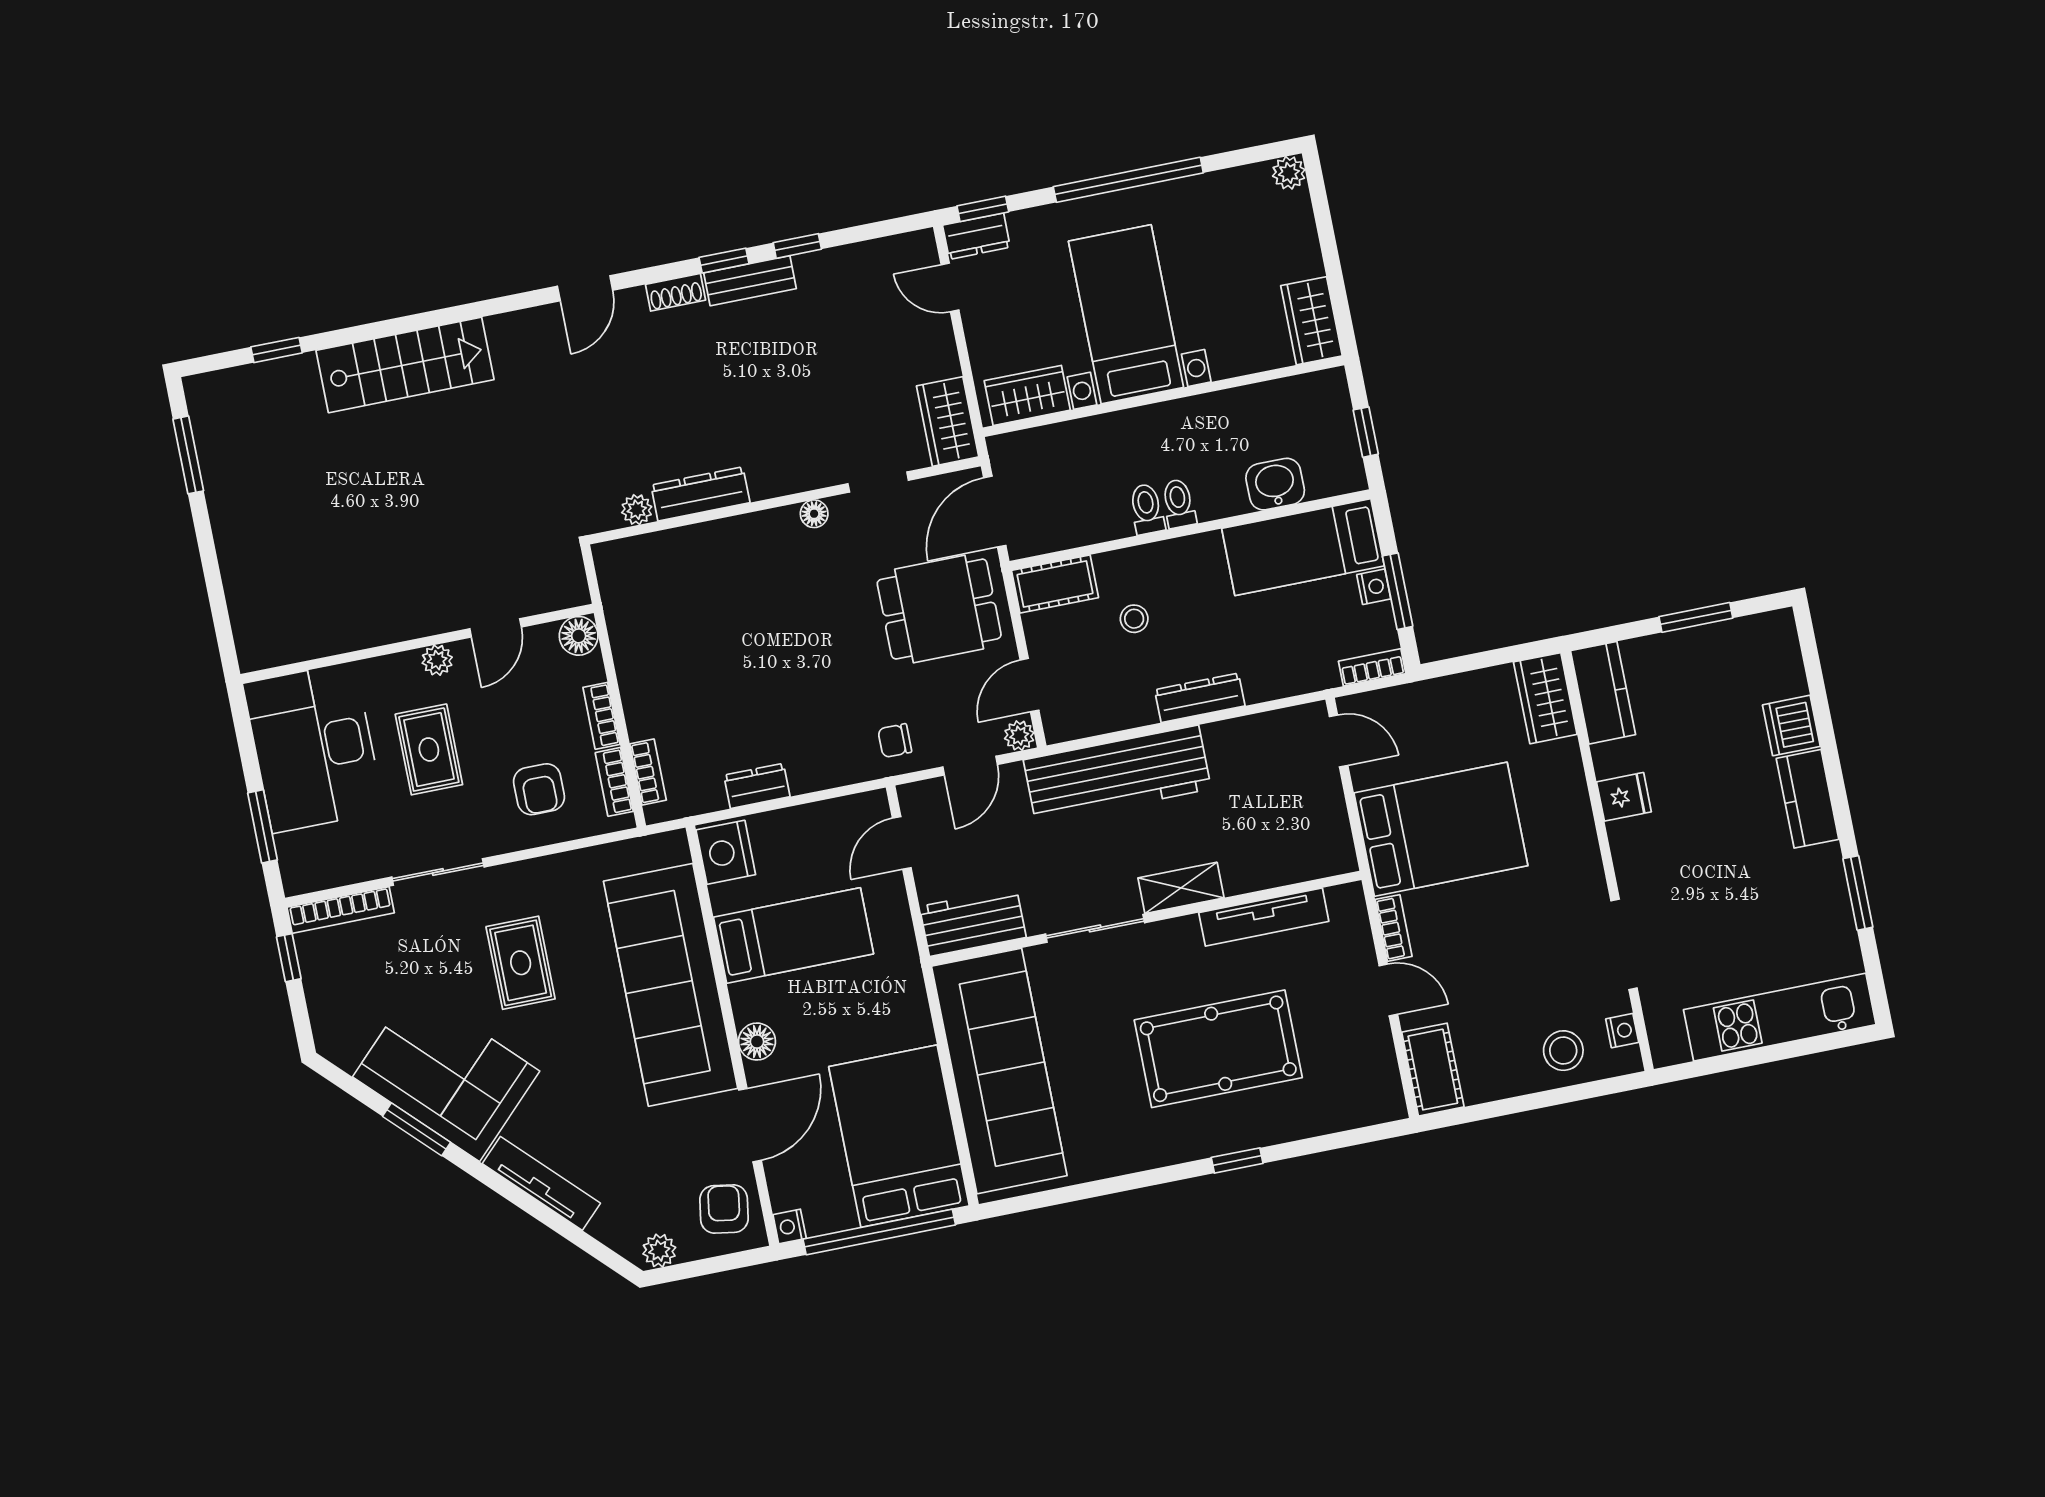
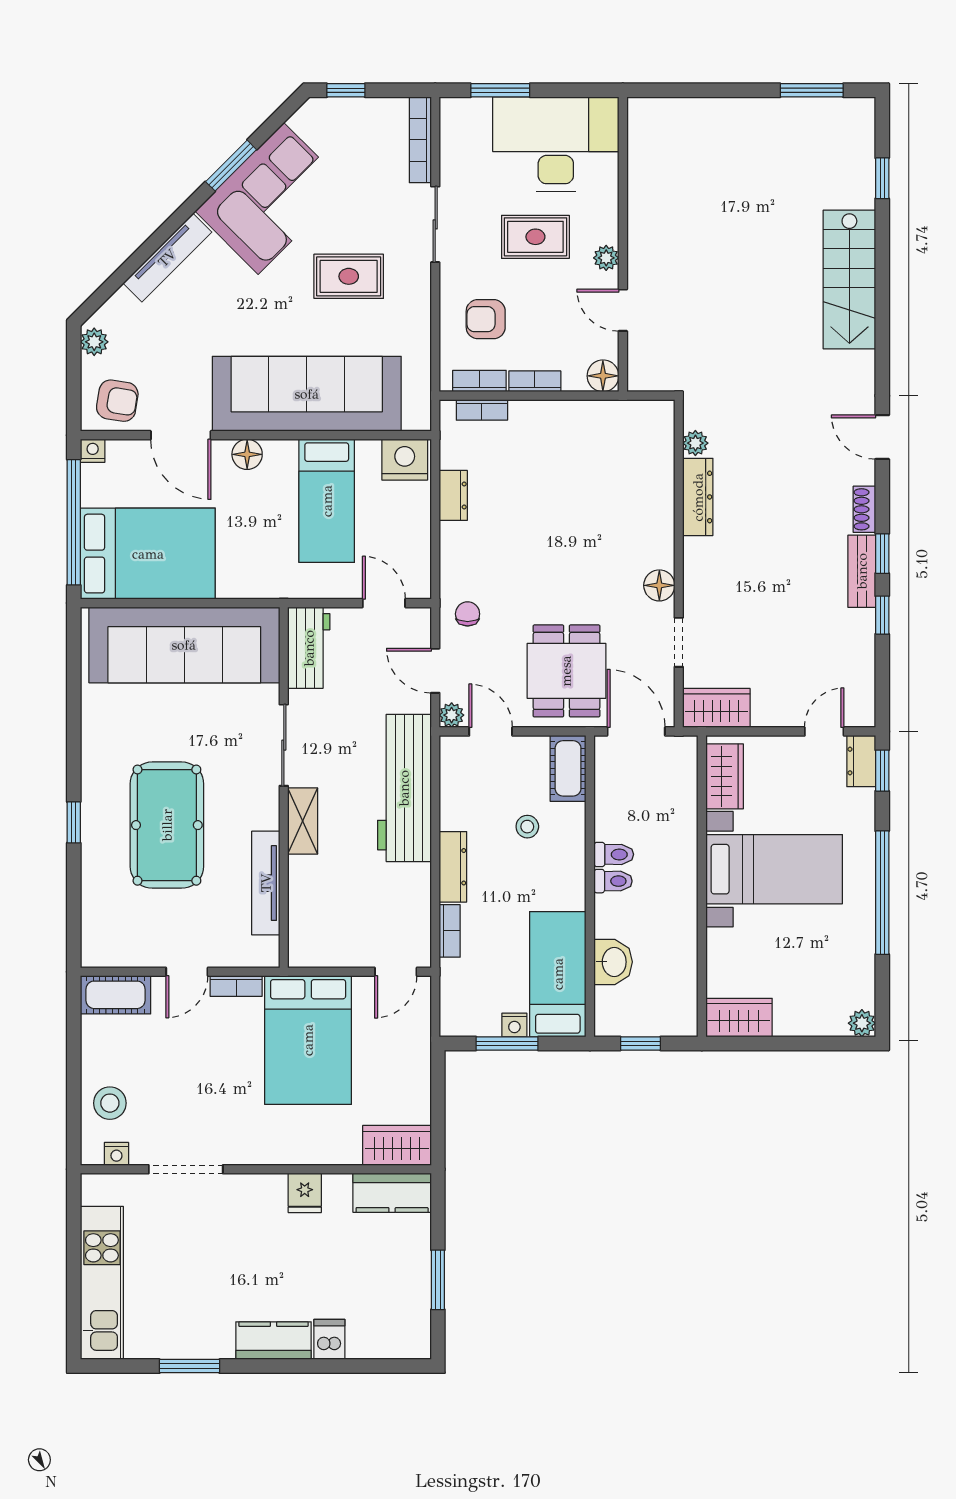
floor lamp: (814, 514) -> (659, 585), width x1.37, depth x1.37
bookcase: (1372, 667) -> (450, 931), moved
dishwasher: (1791, 726) -> (329, 1339), width x0.73
window: (289, 958) -> (346, 90), moved

